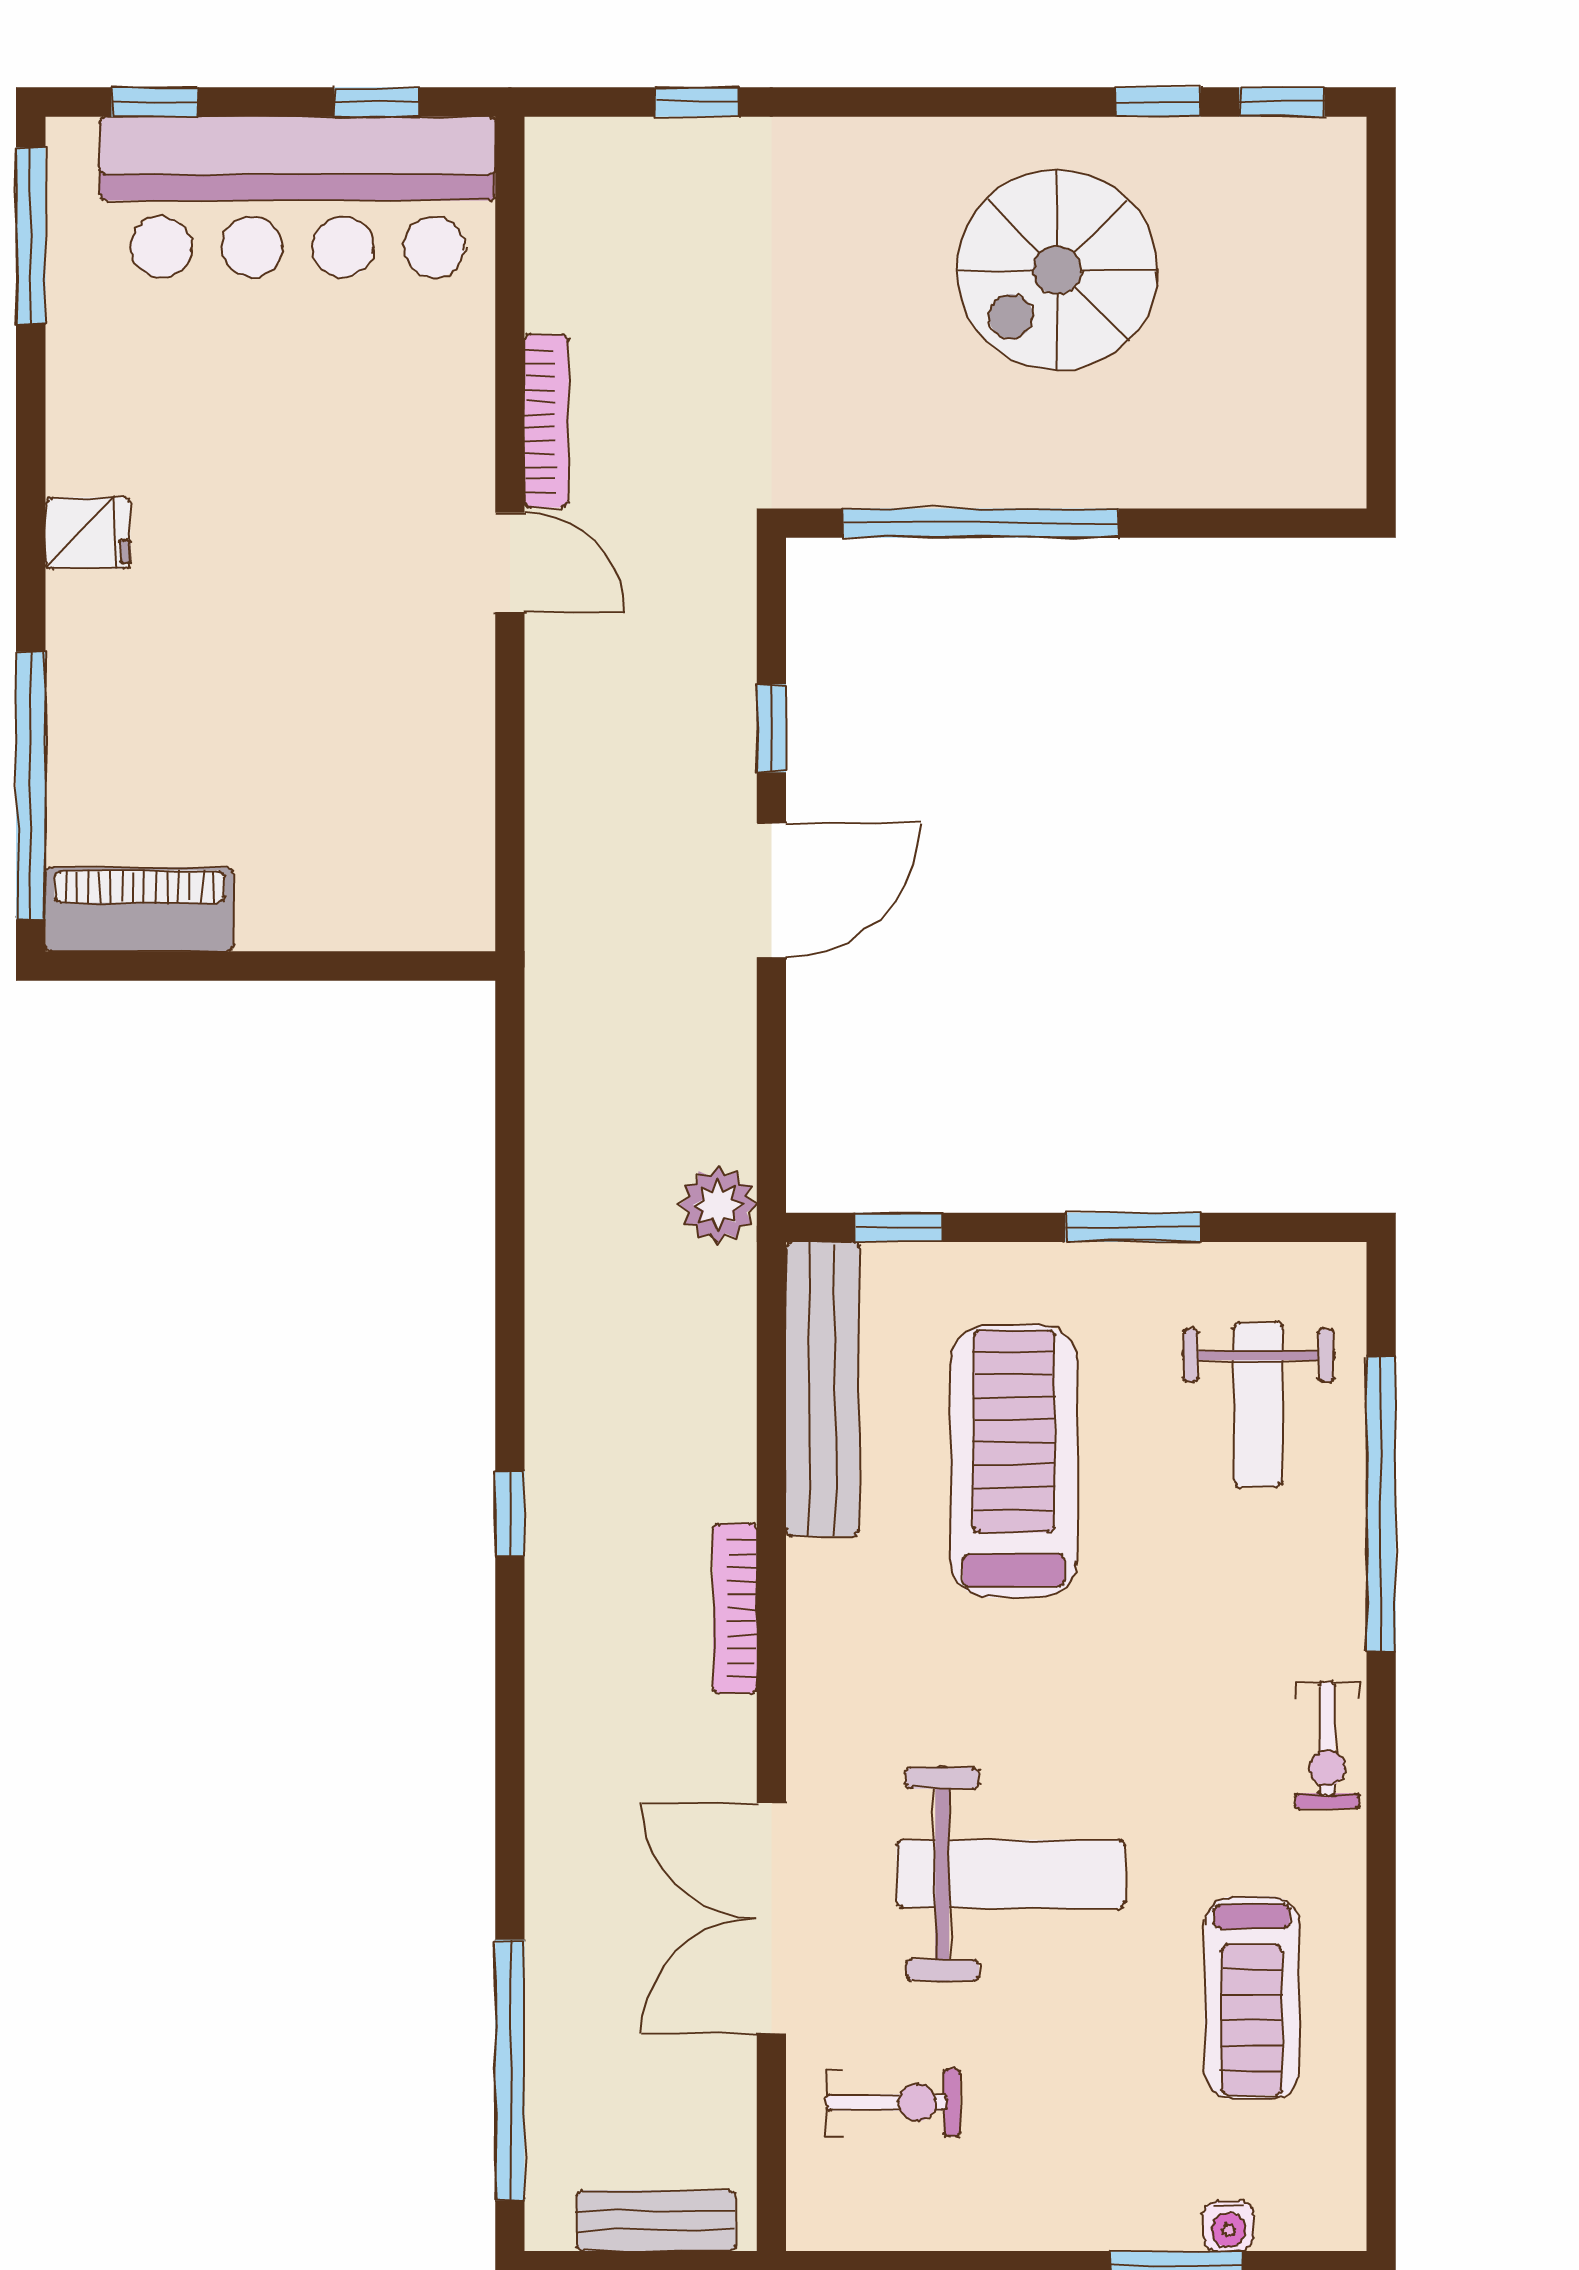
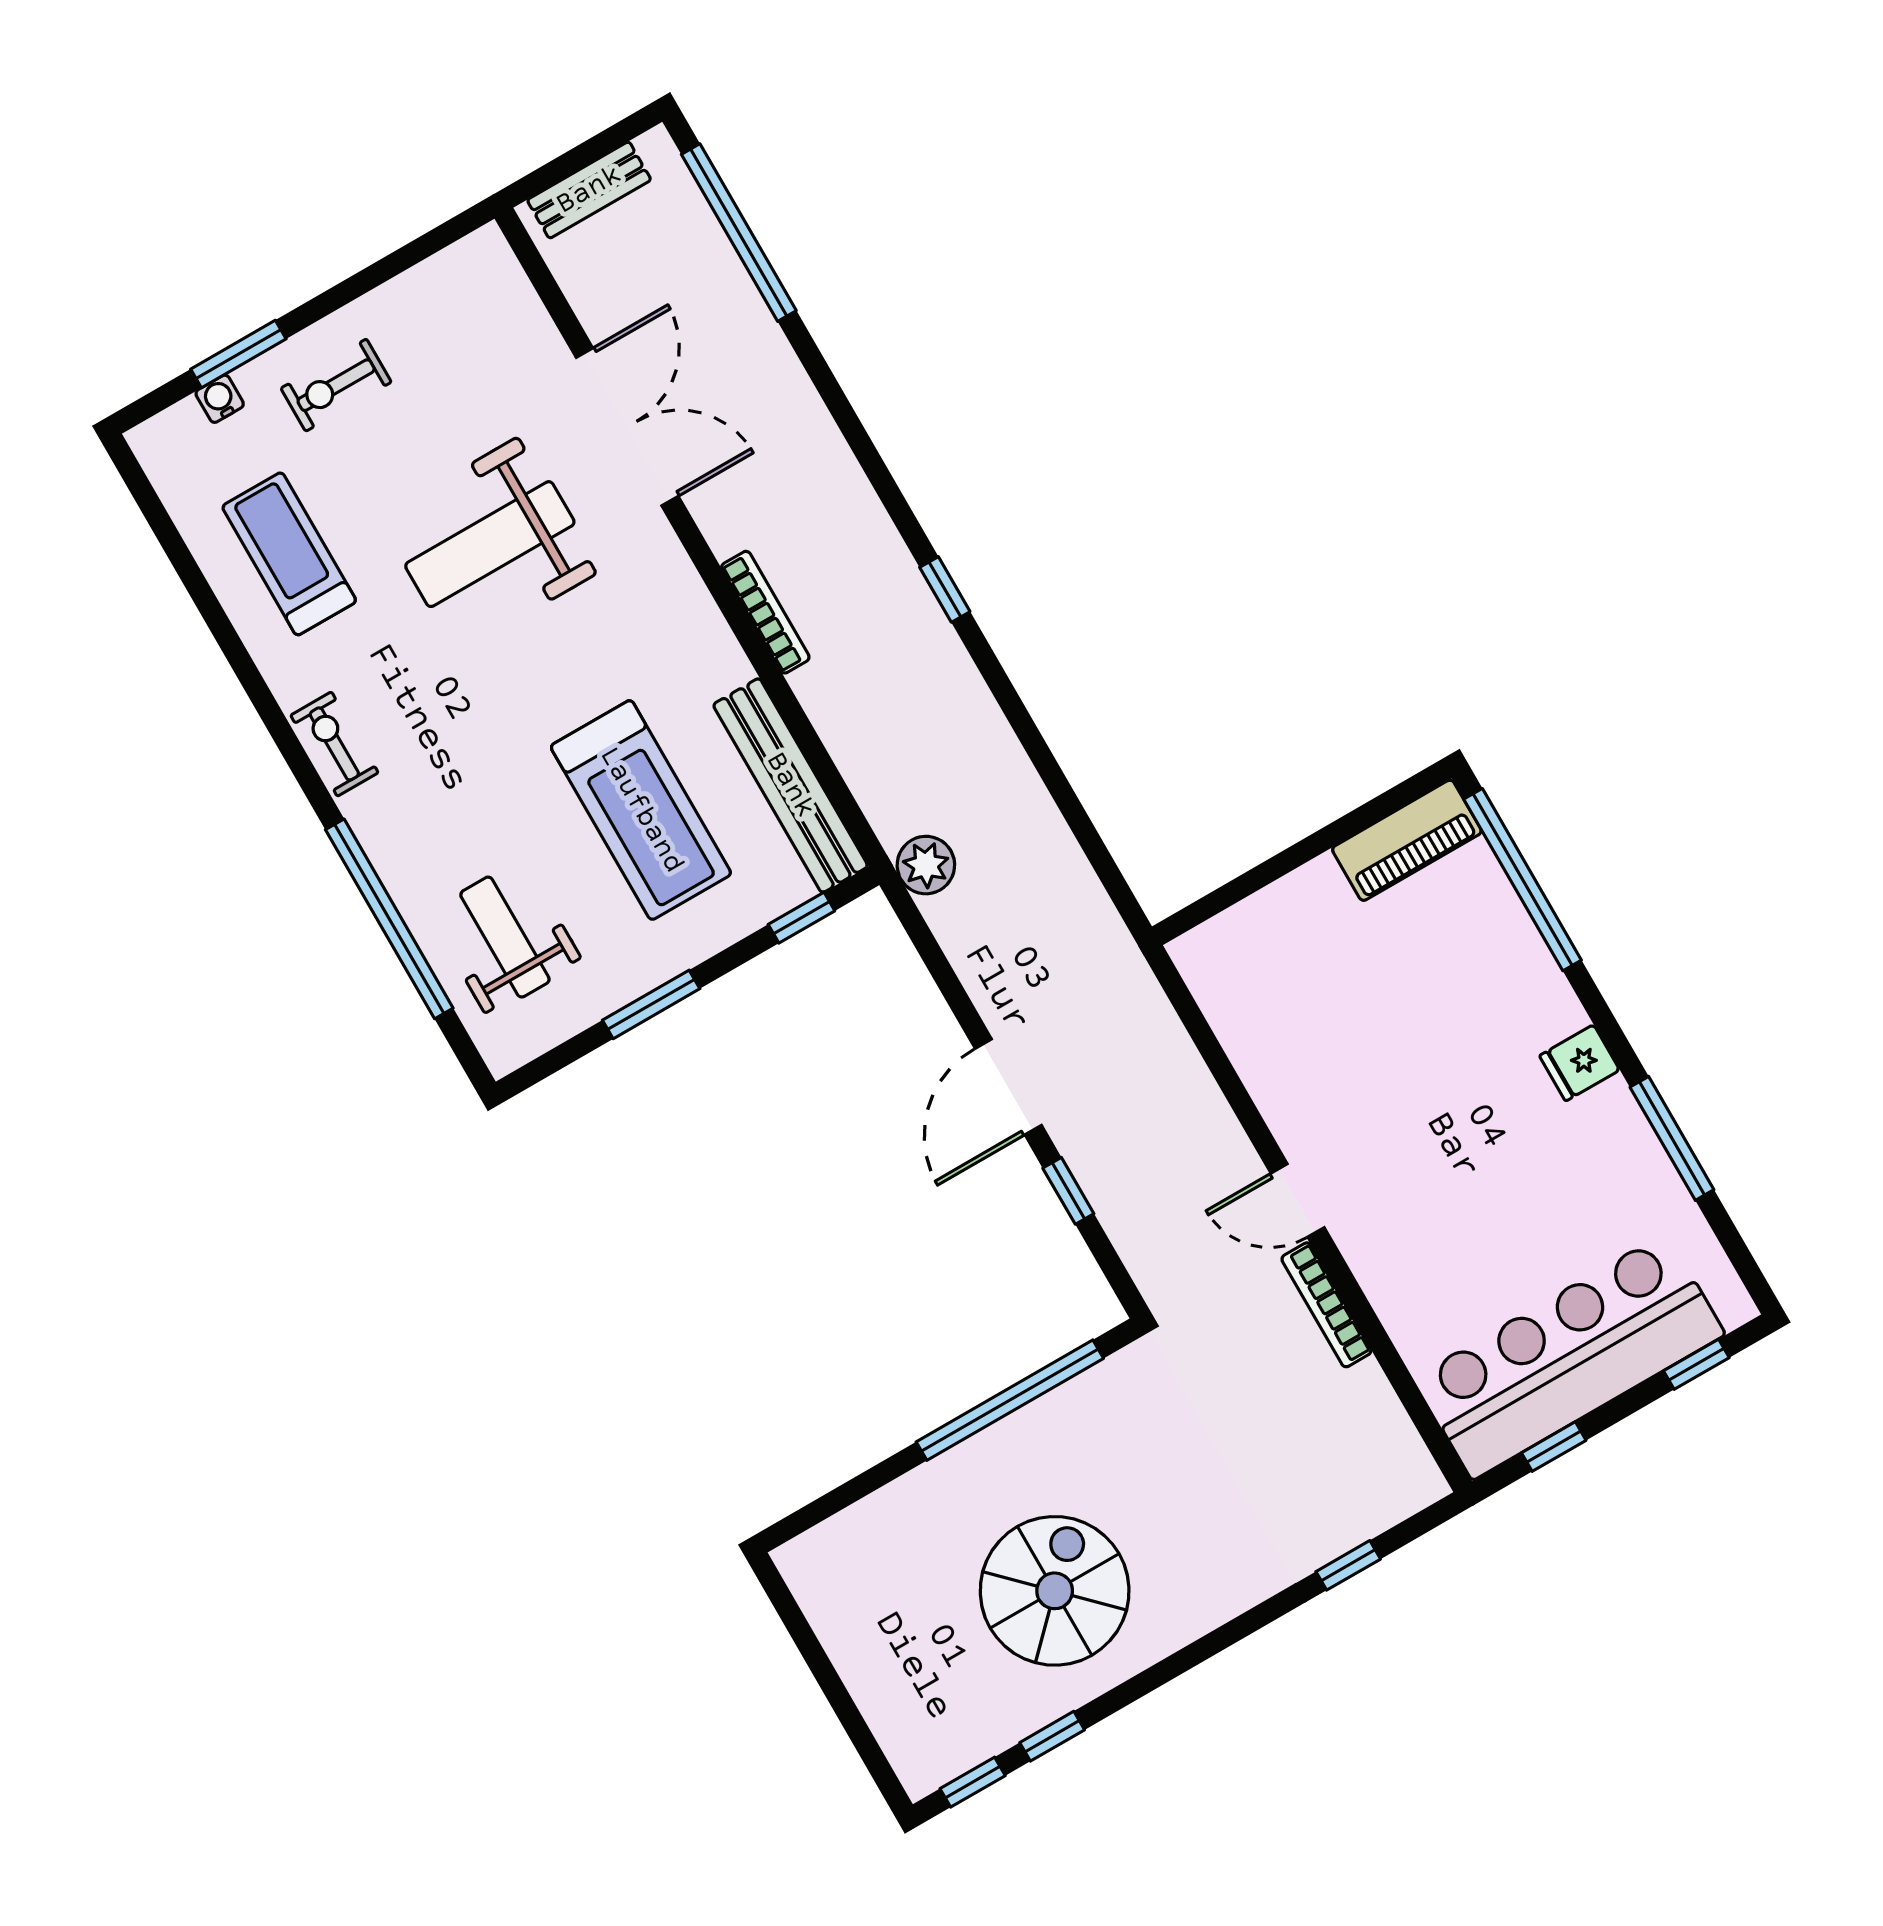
window: (31, 236) -> (1672, 1138), moved
exercise bike: (893, 2102) -> (336, 385), moved

